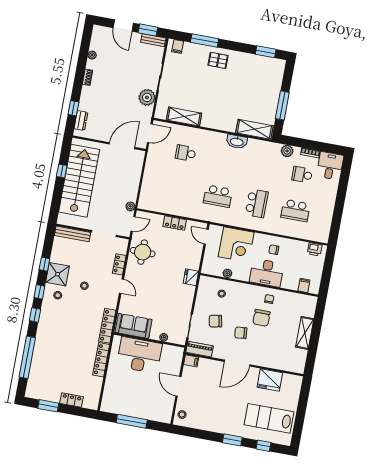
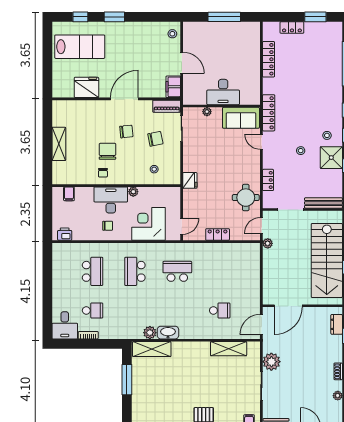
plant: (287, 151) -> (150, 333), moved
school desk: (295, 210) -> (93, 271), turned 90
door: (206, 237) -> (182, 226), hinge flipped
plant: (227, 273) -> (133, 192), moved
door: (122, 286) -> (261, 142), moved
desk: (139, 355) -> (223, 92), width x0.73, depth x0.77
locker: (101, 360) -> (268, 59), moved
filing cabinet: (191, 361) -> (173, 87), width x2.00

